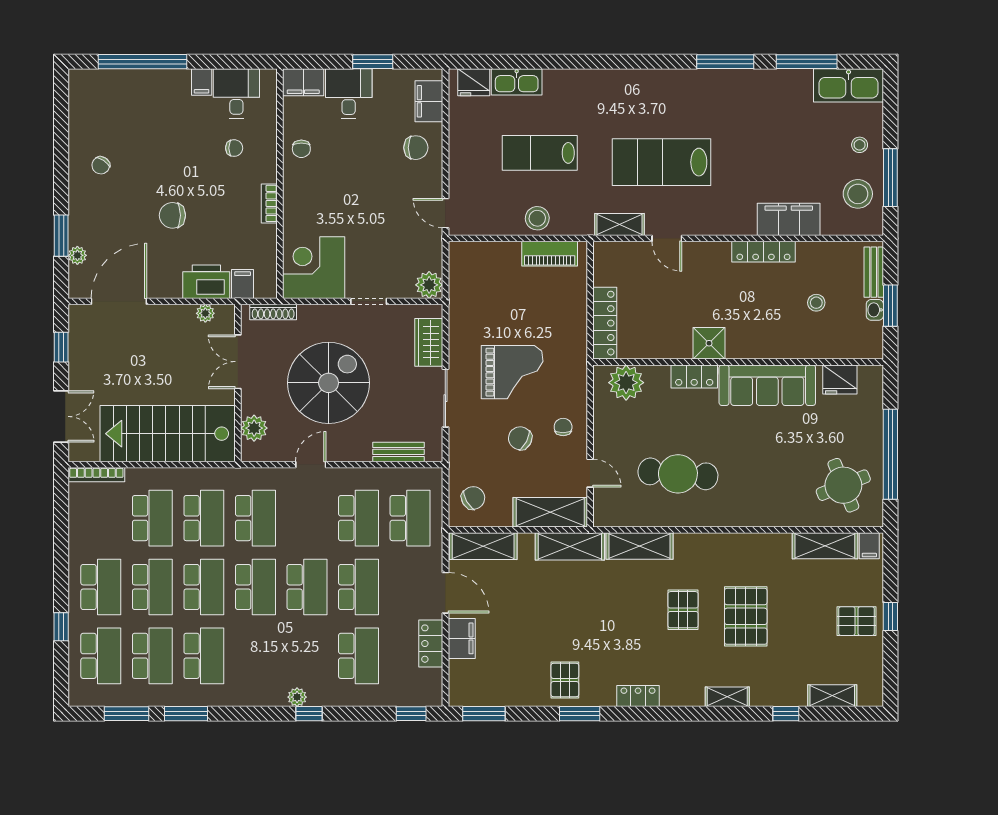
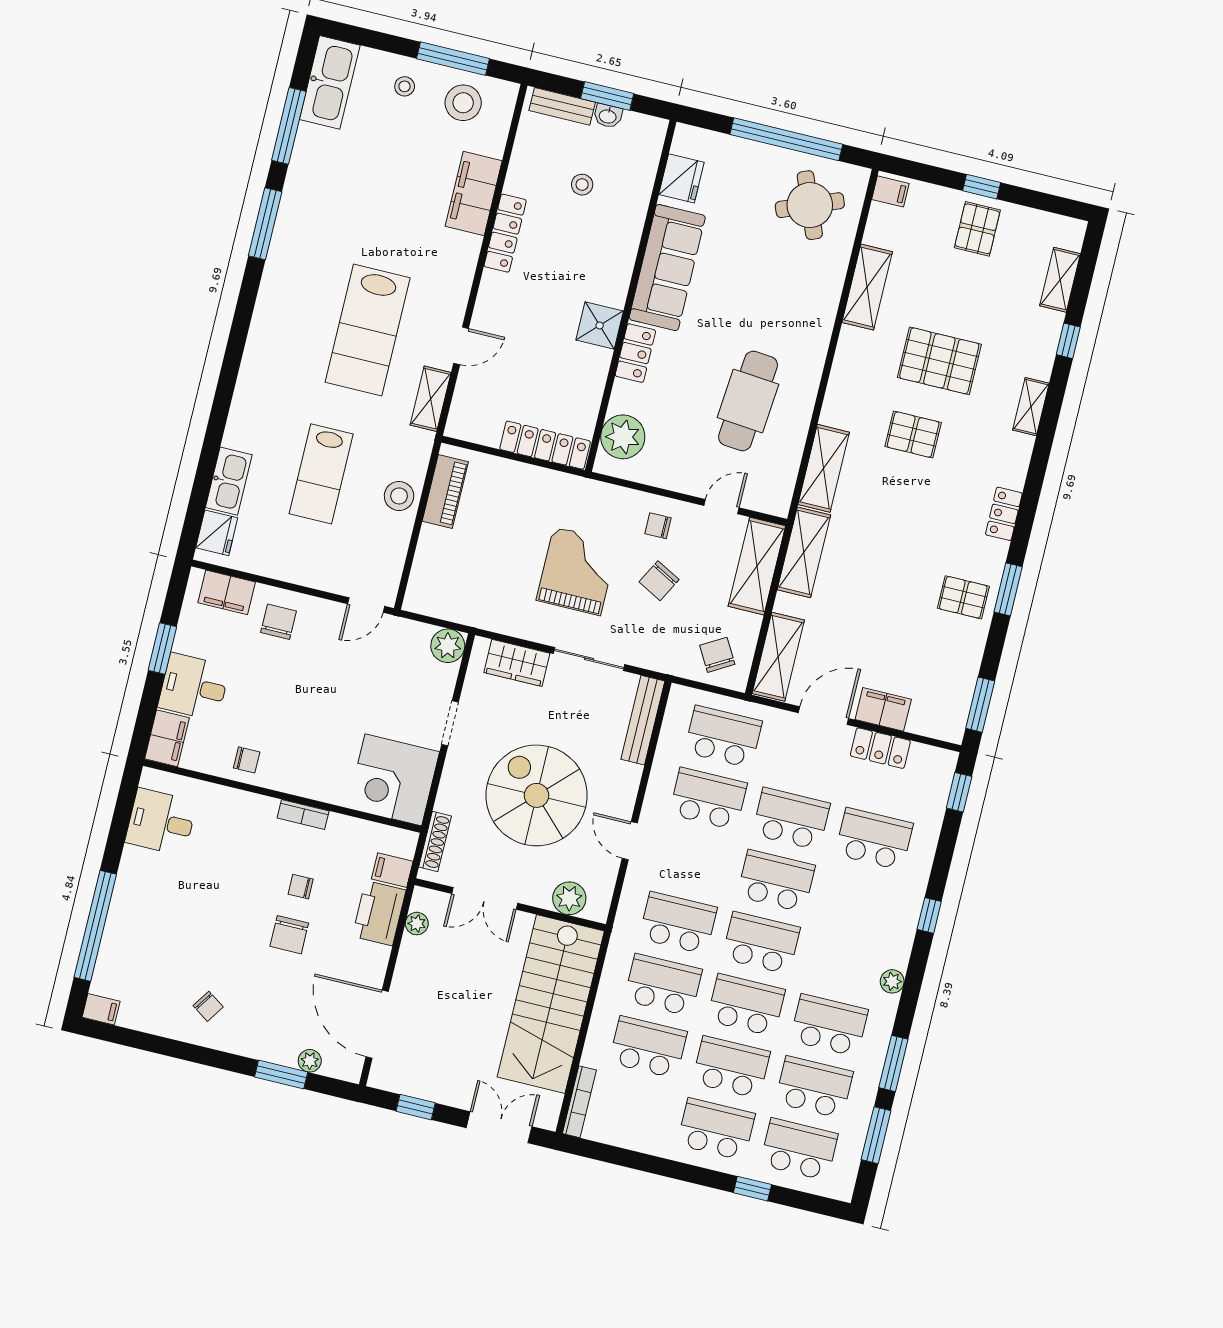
filing cabinet: (202, 82) -> (101, 1009), moved
chair: (234, 148) -> (301, 887), moved, turned -90
bench: (398, 452) -> (643, 720), width x1.36
shelving: (825, 546) -> (867, 287), moved
plant: (297, 697) -> (892, 981), moved

